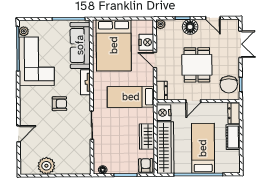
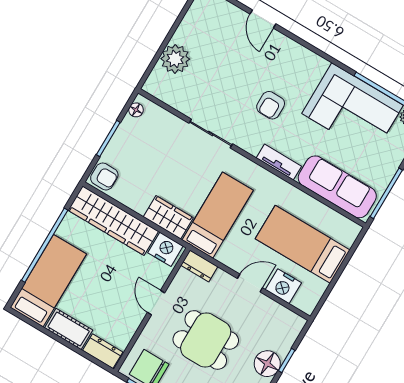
plant: (161, 24) -> (297, 323), removed
bed: (114, 45) -> (303, 244), width x0.67
wardrobe: (147, 136) -> (168, 217), moved
bed: (203, 148) -> (48, 281), moved, turned -90
plant: (46, 166) -> (175, 59), moved

